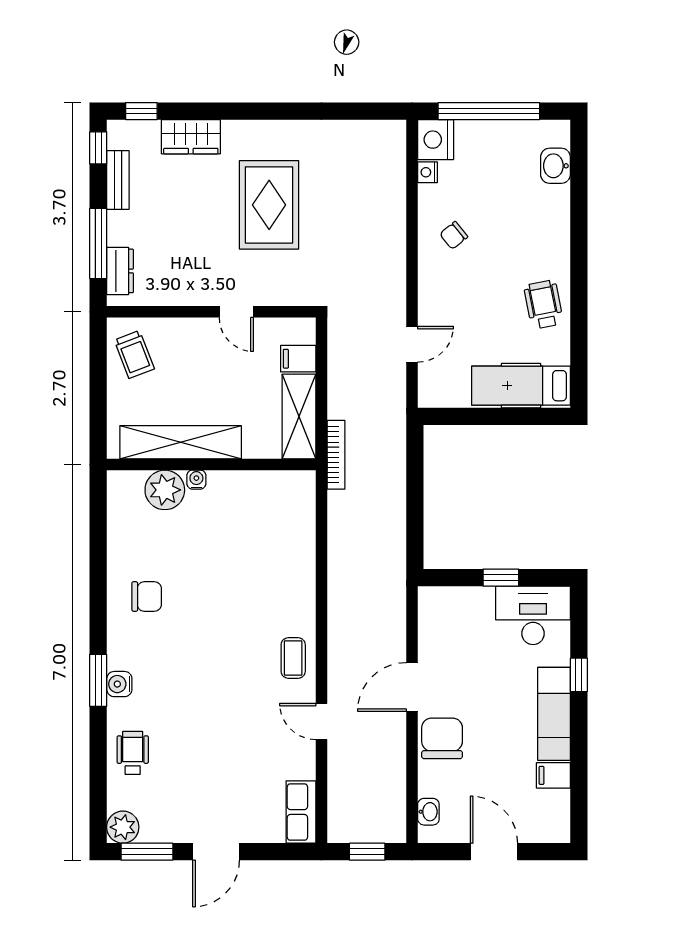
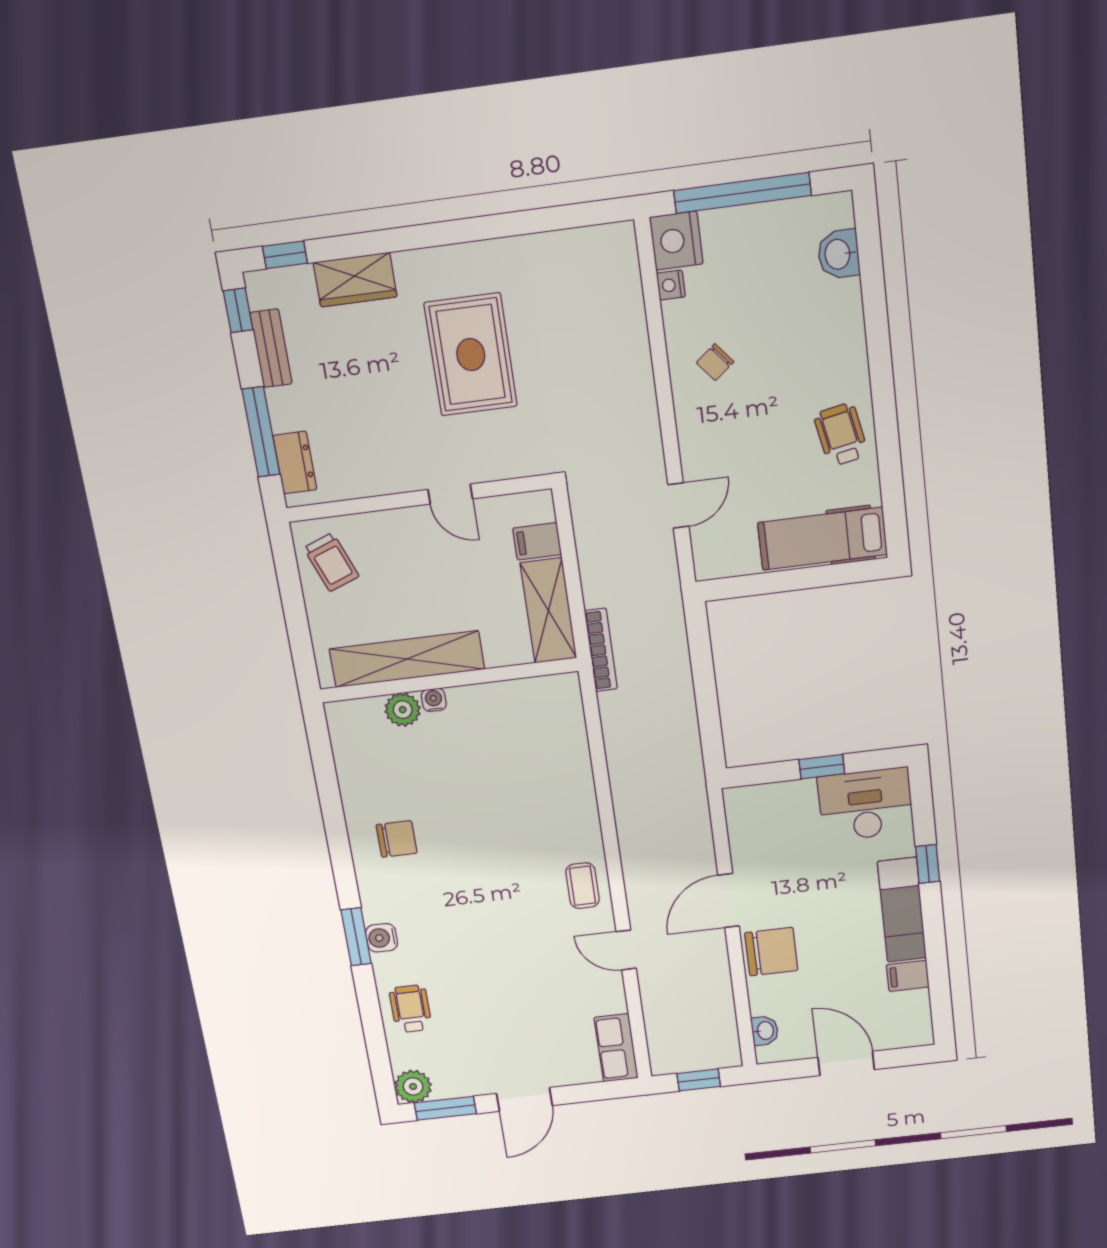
plant: (165, 490) -> (403, 710), width x0.73, depth x0.73
chair: (442, 738) -> (771, 952), turned 90

